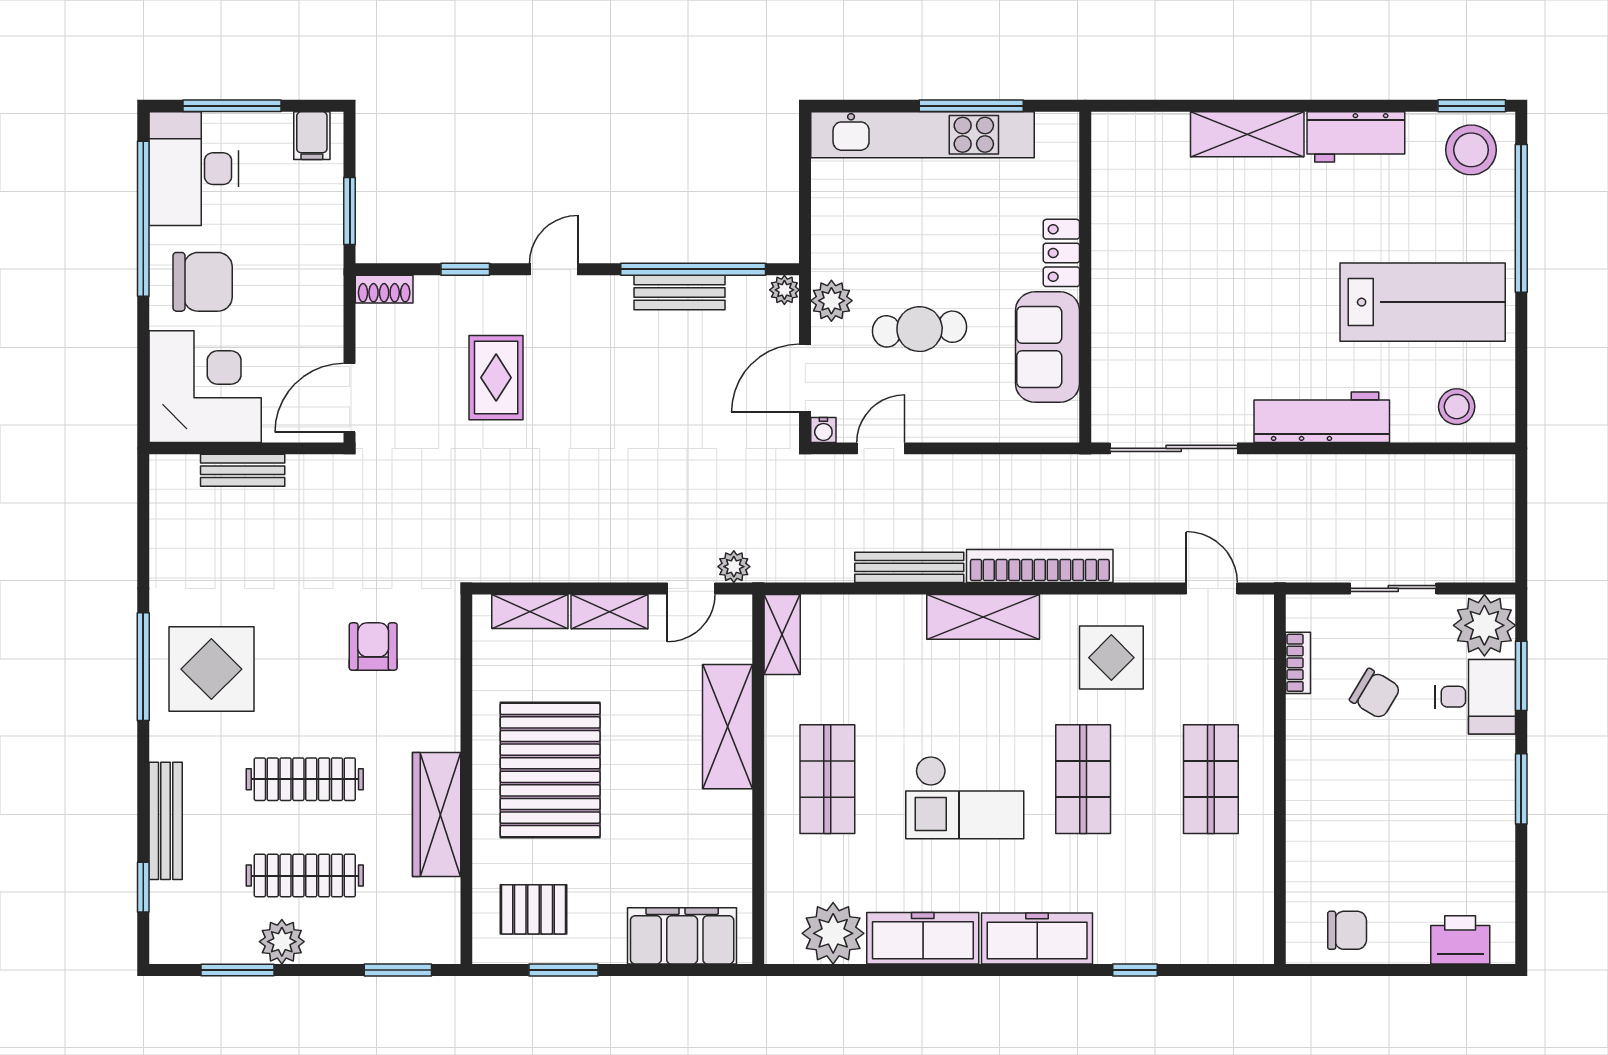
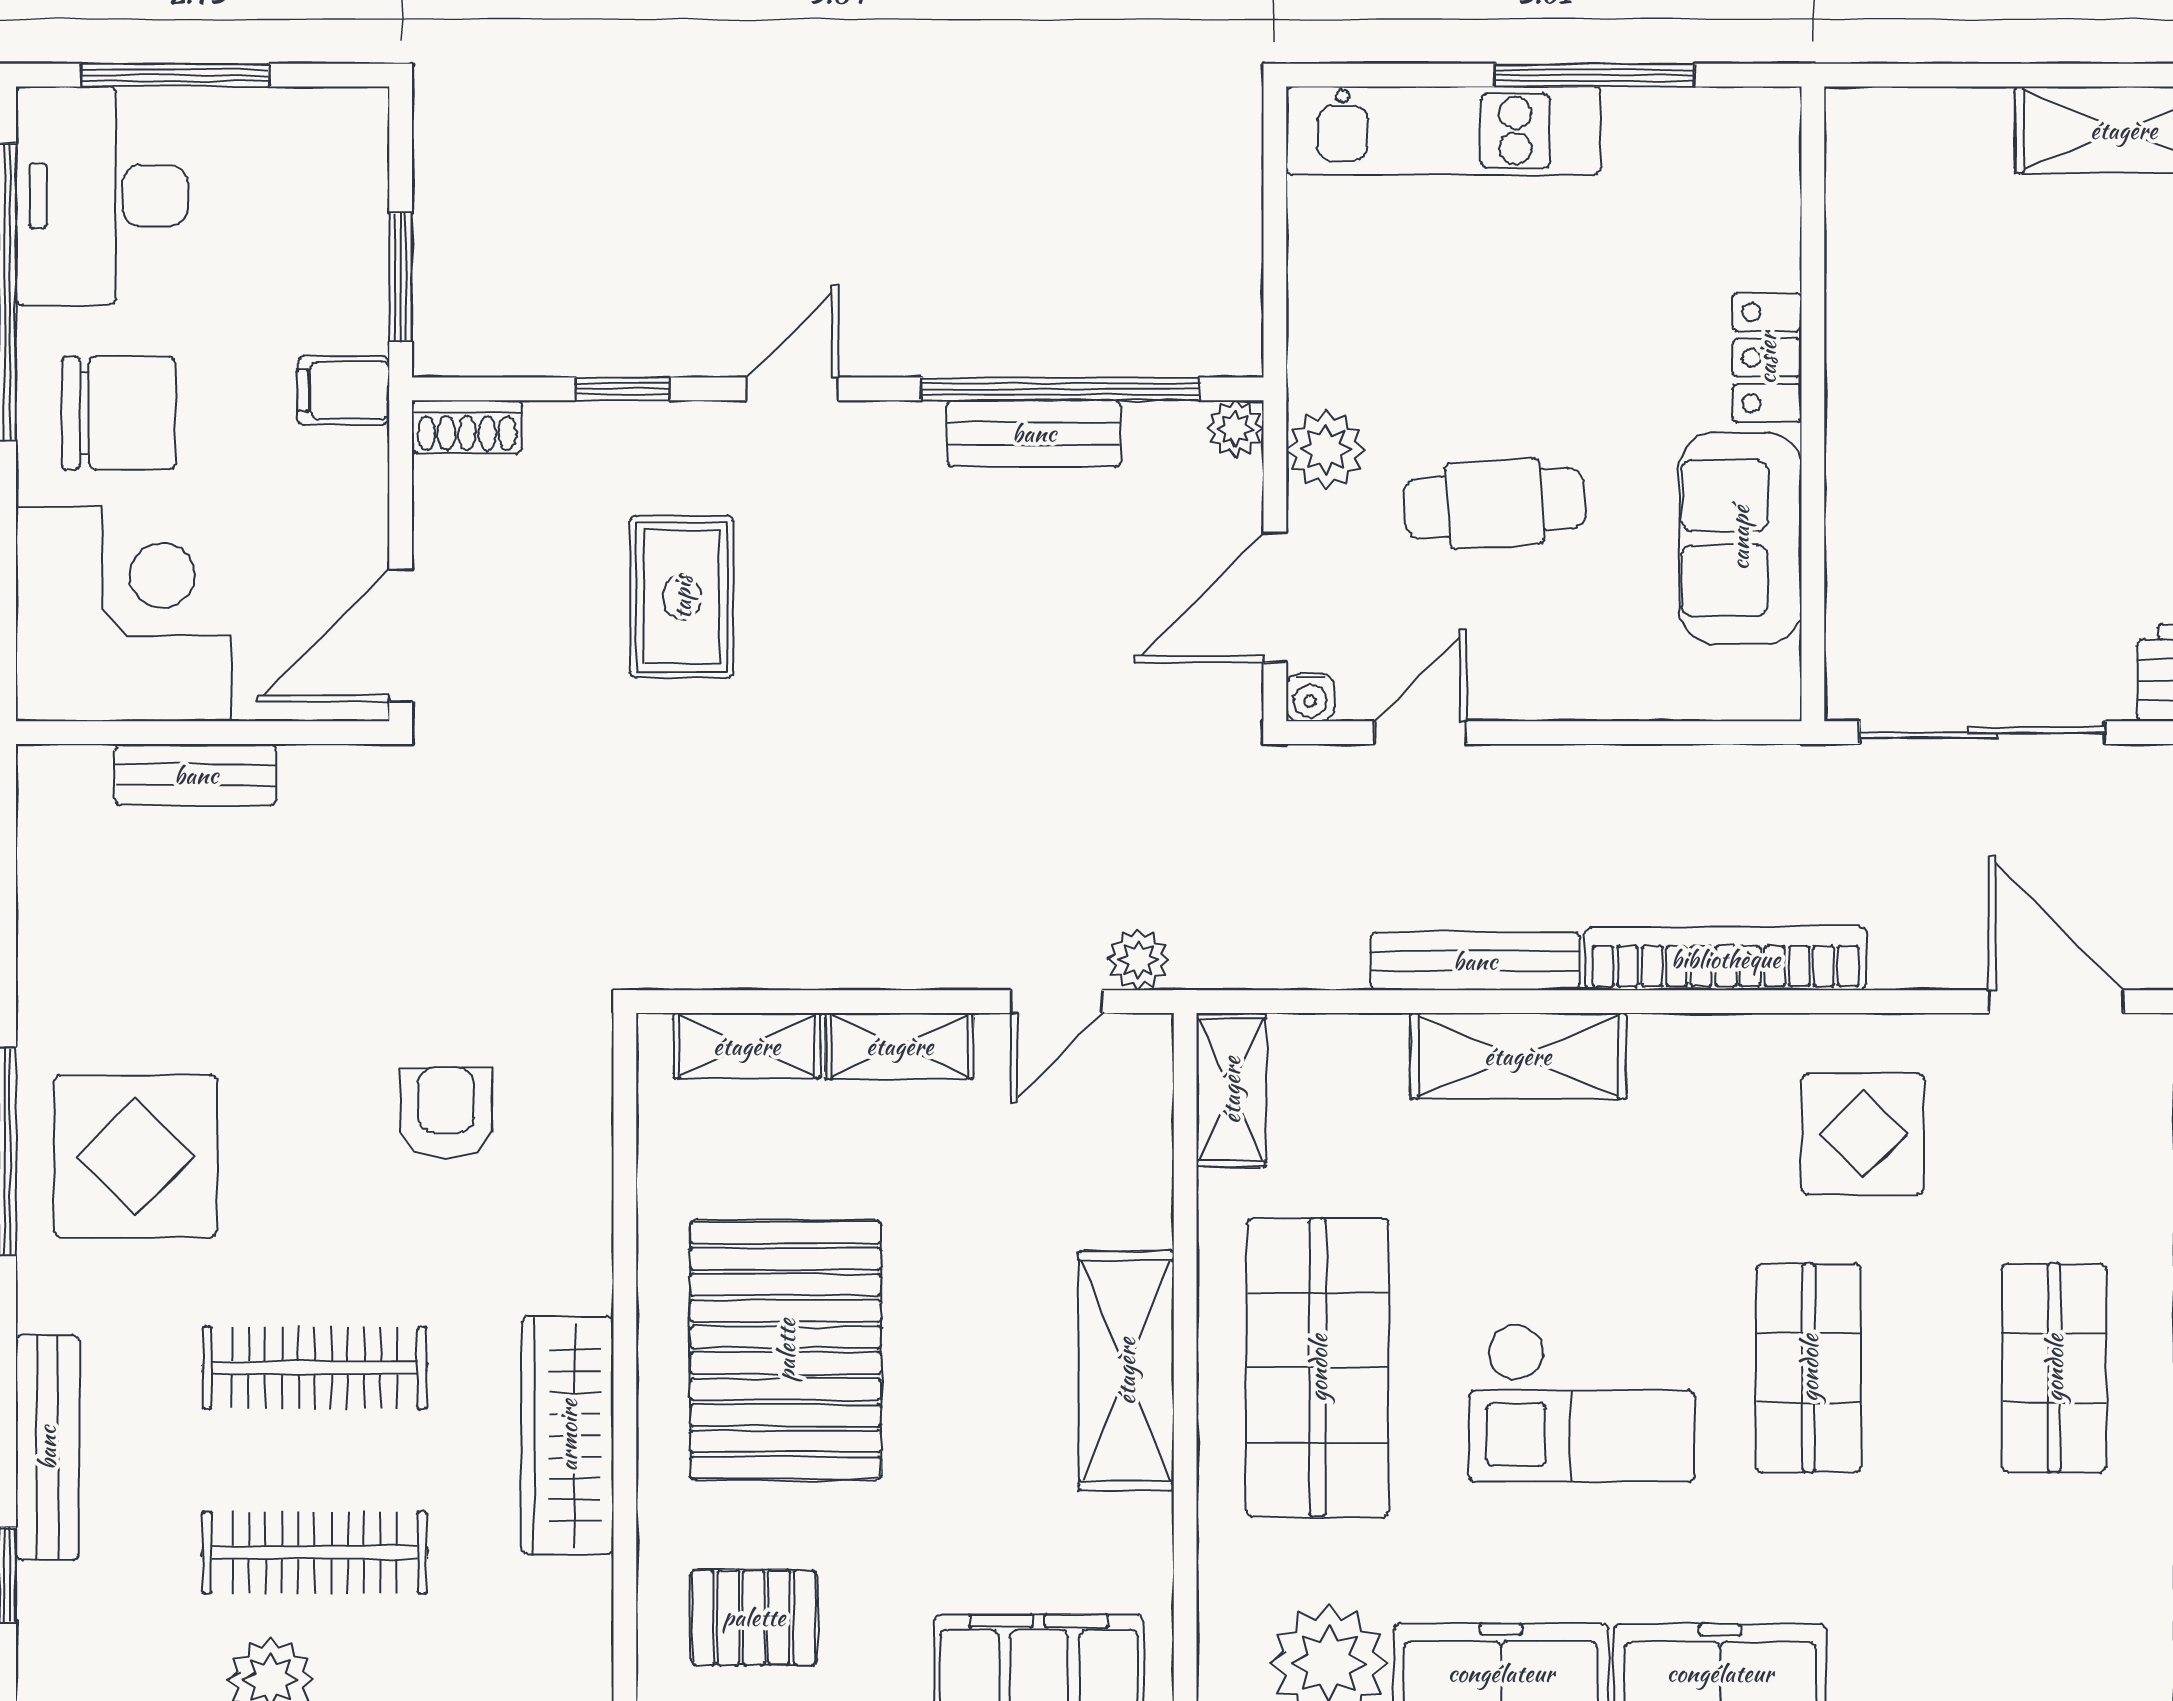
kitchen unit: (922, 135) -> (1443, 131), width x0.73
filing cabinet: (312, 136) -> (343, 390), moved, turned 90
door: (1212, 588) -> (2056, 1002), width x1.38
shelving: (983, 617) -> (1518, 1056), moved
shelving: (728, 727) -> (1126, 1371), moved
shop shelf: (827, 779) -> (1318, 1368), width x1.43, depth x1.36

